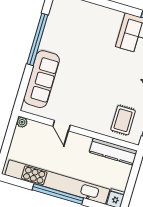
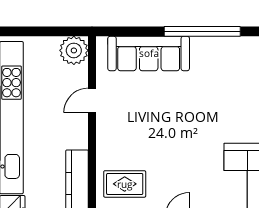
plant: (22, 122) -> (74, 50), width x1.88, depth x1.88

